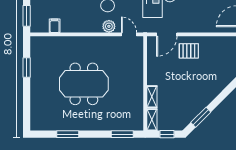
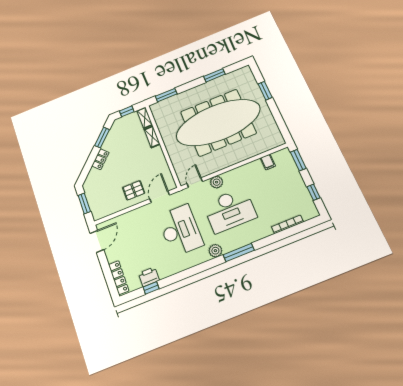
door: (129, 34) -> (195, 183), swing flipped
window: (27, 68) -> (265, 91), moved
meeting table: (84, 84) -> (218, 123), width x1.86, depth x1.27
locker: (210, 95) -> (100, 159), added

